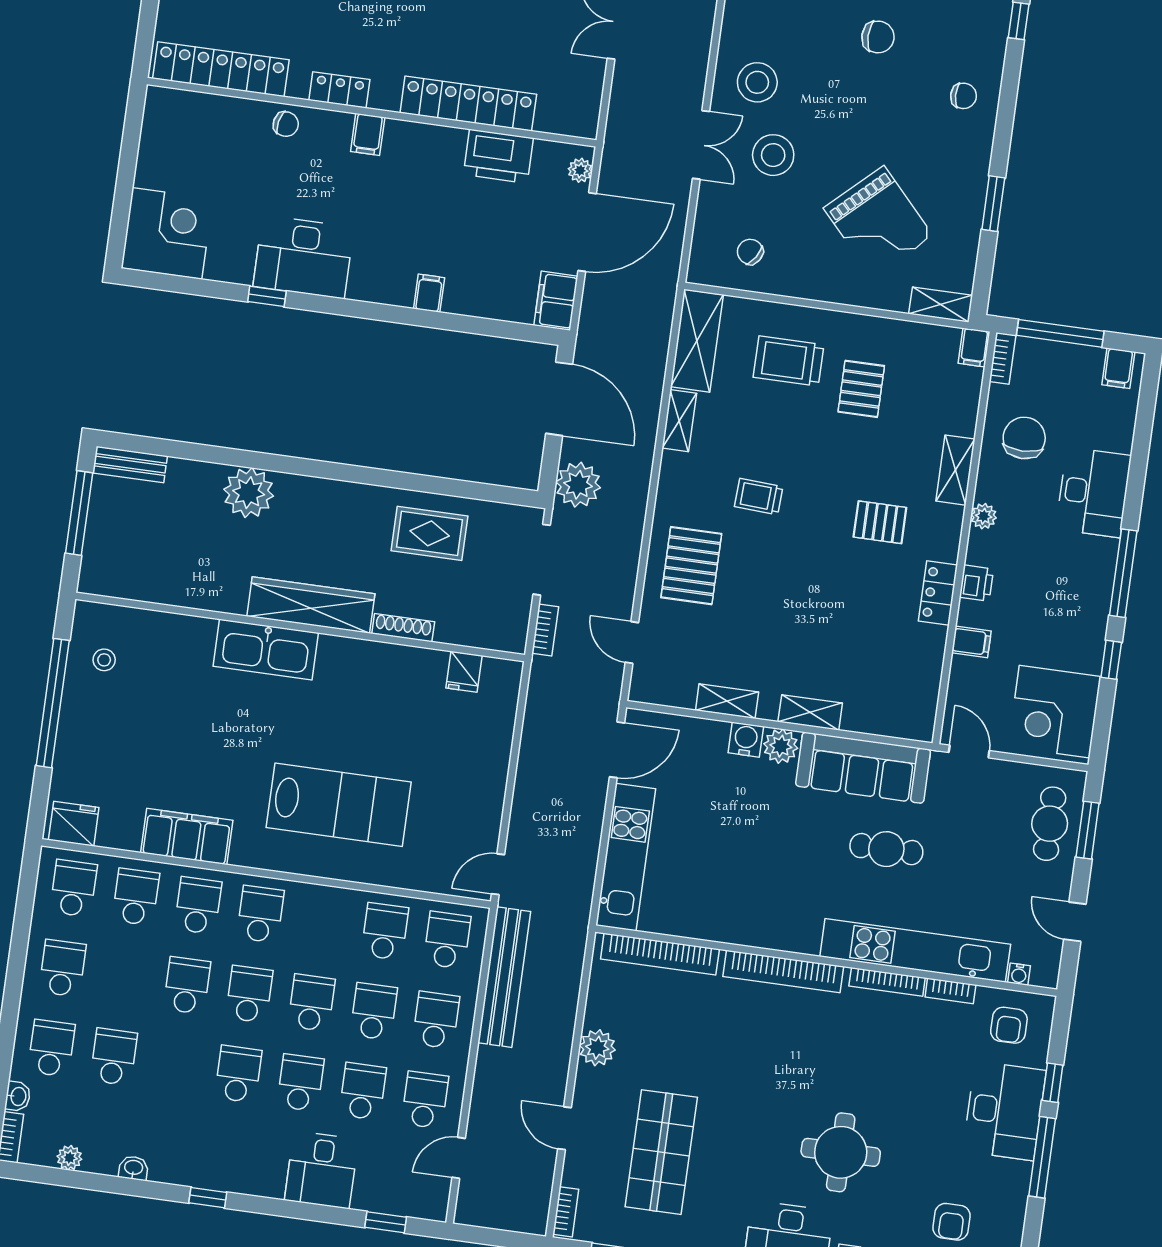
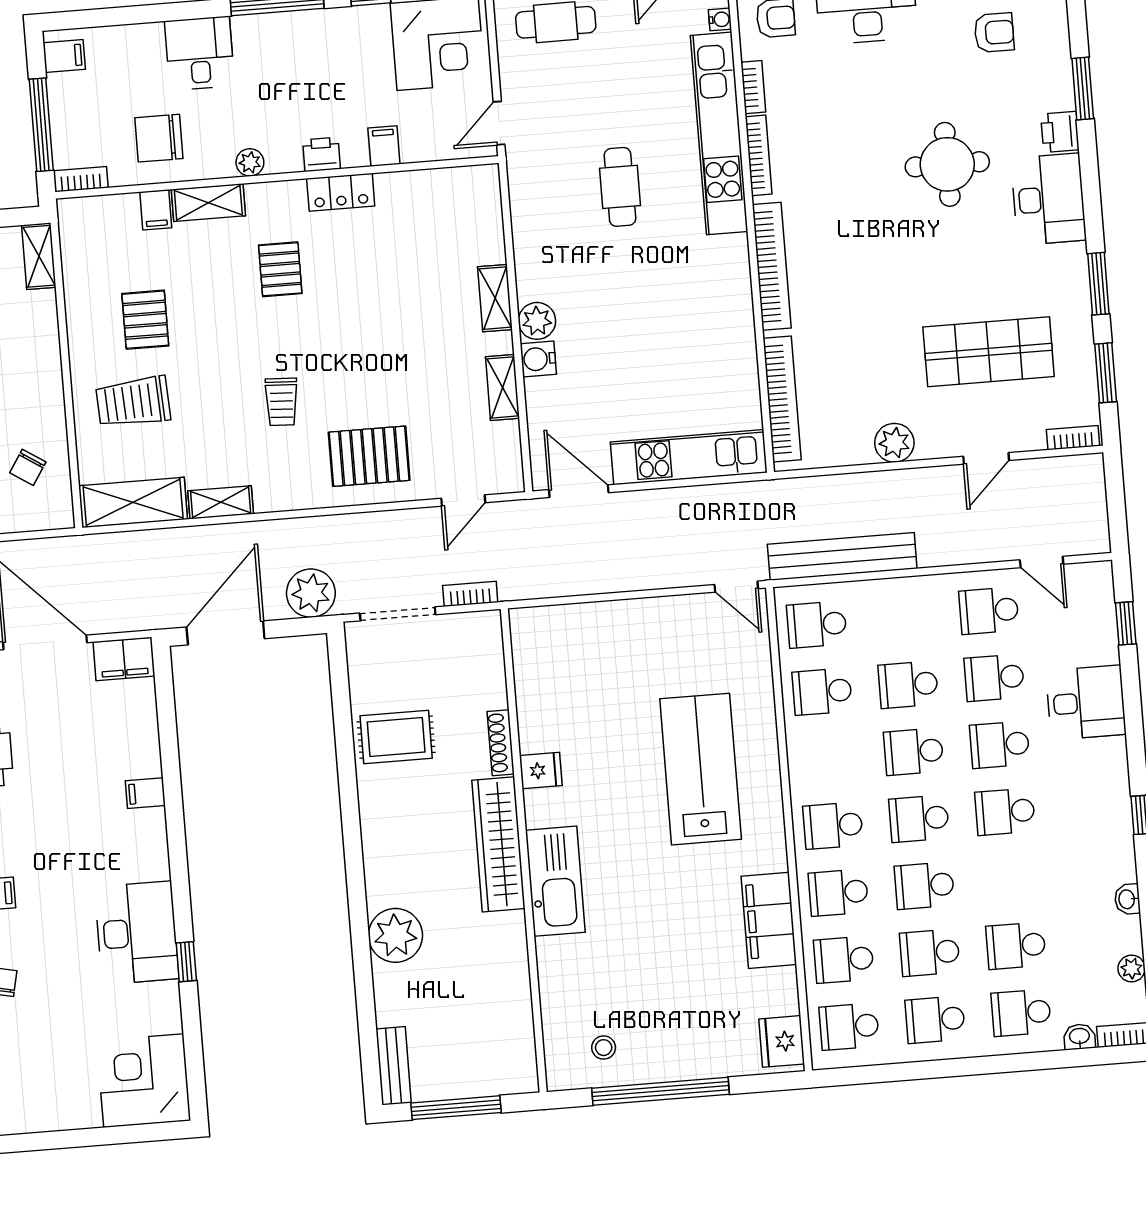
filing cabinet: (974, 347) -> (156, 210), moved, turned 90
trolley: (789, 361) -> (133, 402), turned 87
pallet: (861, 389) -> (145, 320), turned 90
desk: (1093, 492) -> (199, 53), width x0.73
rug: (430, 533) -> (396, 737), turned 90
fridge: (464, 672) -> (541, 771), moved
sofa: (863, 768) -> (541, 230), removed
school desk: (436, 1020) -> (930, 953), moved

